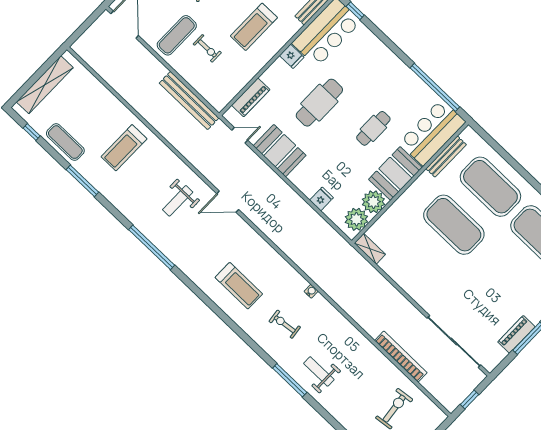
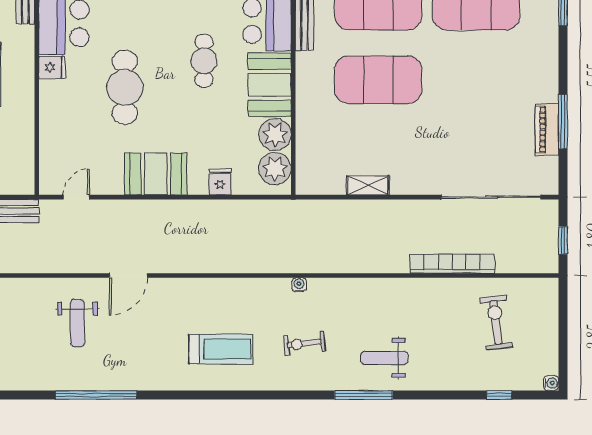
piano: (251, 97) -> (51, 148), removed
booth: (280, 151) -> (156, 174), moved
shelving: (370, 249) -> (368, 185), moved

